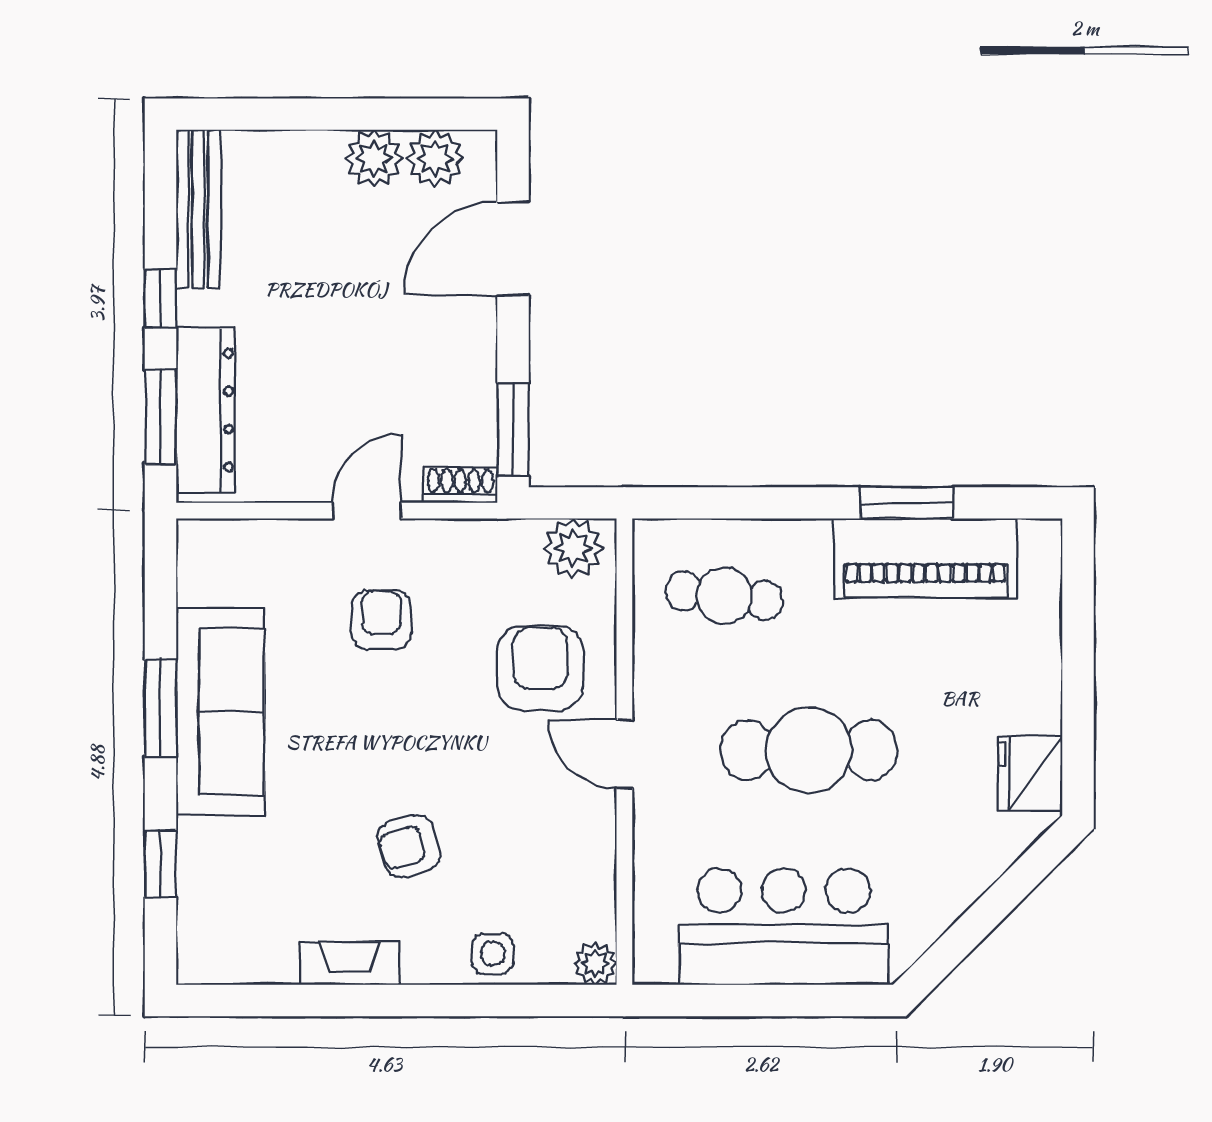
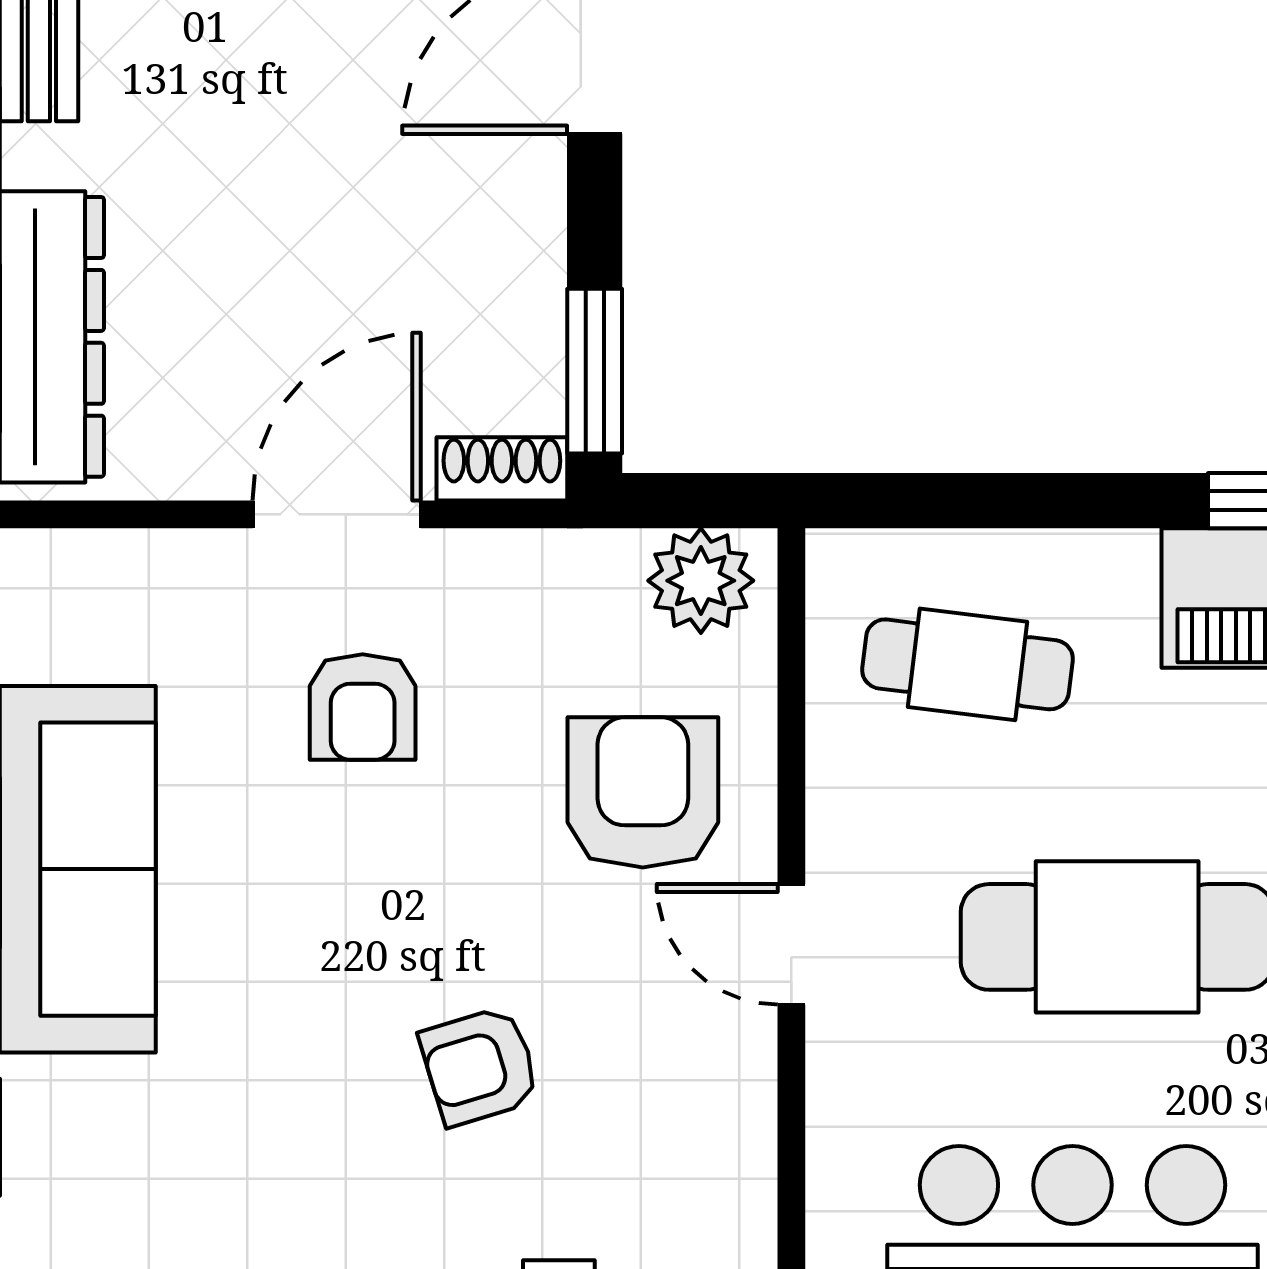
door: (367, 511) -> (337, 514), width x1.37
armchair: (382, 620) -> (363, 707), turned 180
armchair: (409, 846) -> (480, 1066), moved

